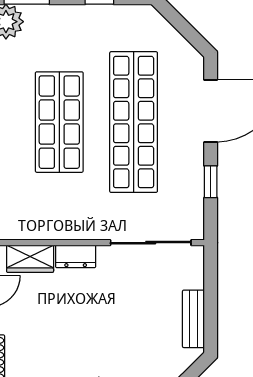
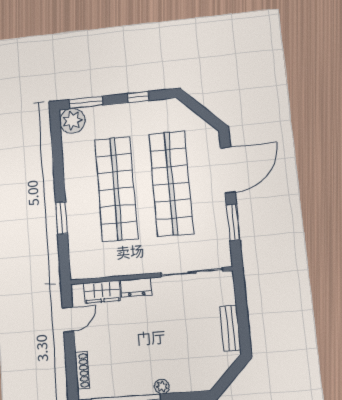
shop shelf: (59, 122) -> (116, 189), width x1.40
window: (211, 182) -> (233, 222), width x1.50

